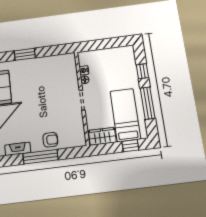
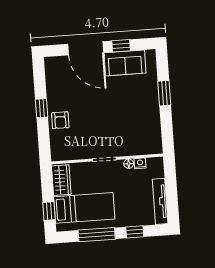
tv unit: (115, 52) -> (160, 201), added
fireplace: (18, 149) -> (52, 82), removed
window: (40, 157) -> (42, 108), width x0.46

